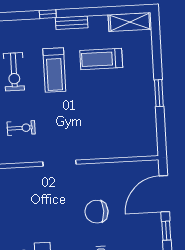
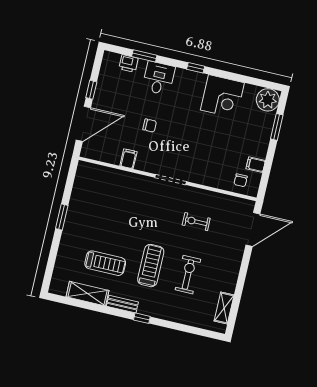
shelving: (130, 22) -> (88, 294), moved
filing cabinet: (108, 172) -> (128, 159), added
chair: (97, 212) -> (150, 125), width x0.54, depth x0.54

